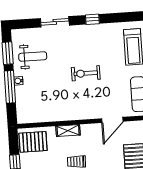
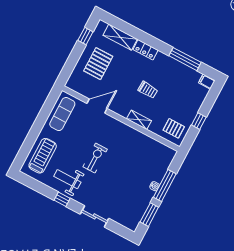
weight bench: (33, 56) -> (67, 179), moved
exercise bike: (86, 73) -> (95, 158), turned -90
pallet: (33, 142) -> (174, 128), width x0.67, depth x0.71

